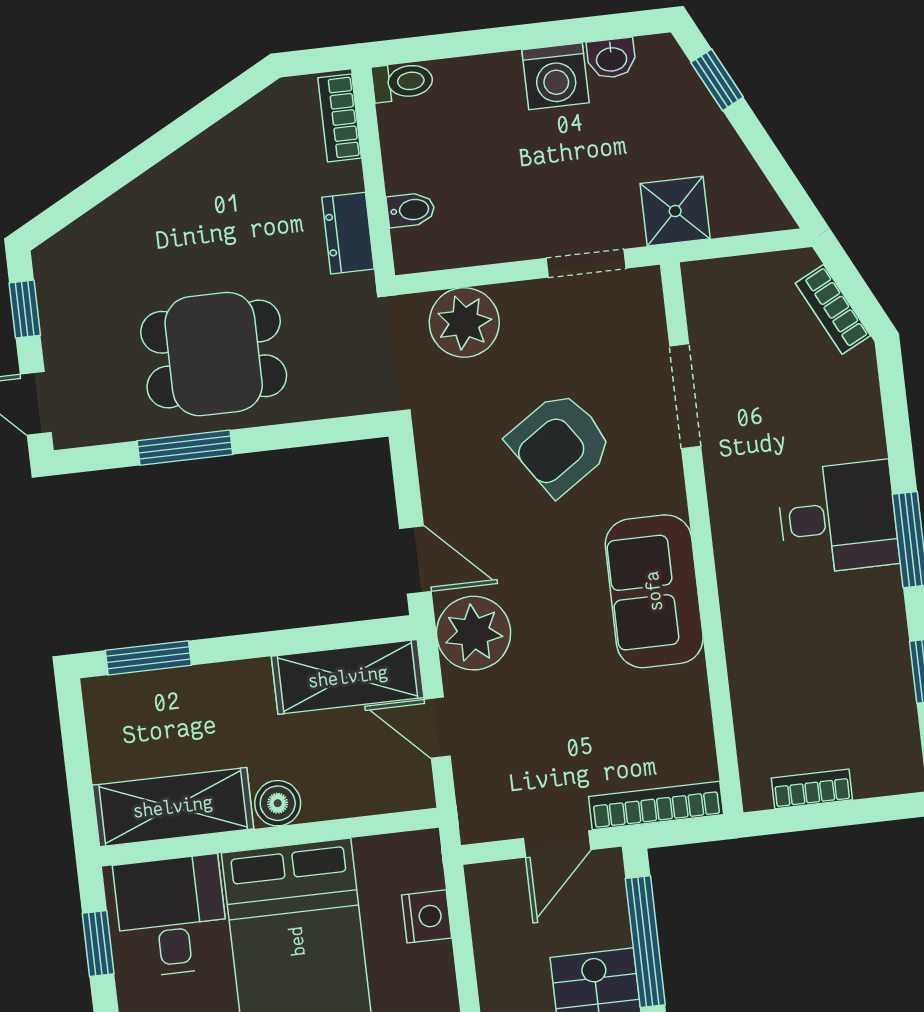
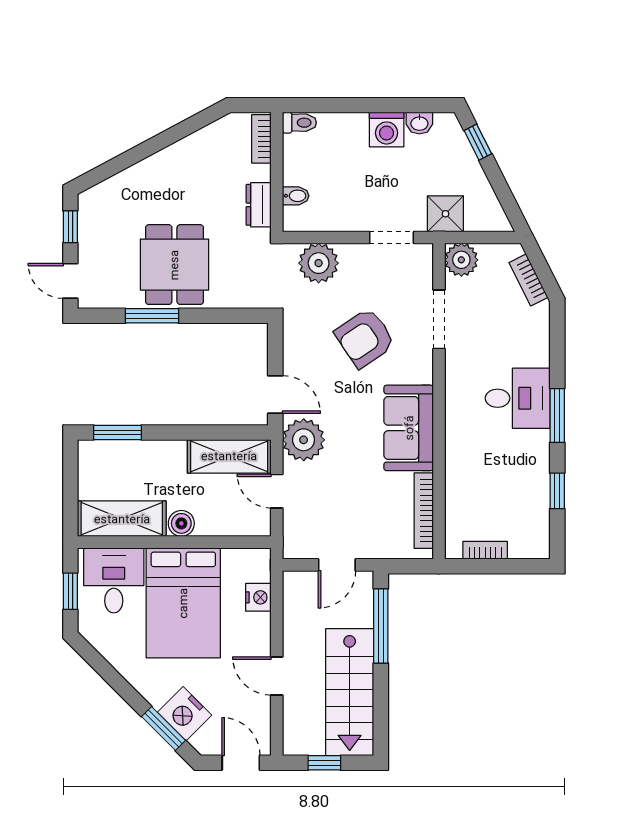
plant: (712, 288) -> (461, 260), added
dining table: (214, 354) -> (174, 265), turned 90
bookcase: (656, 806) -> (424, 511), moved, turned -90

